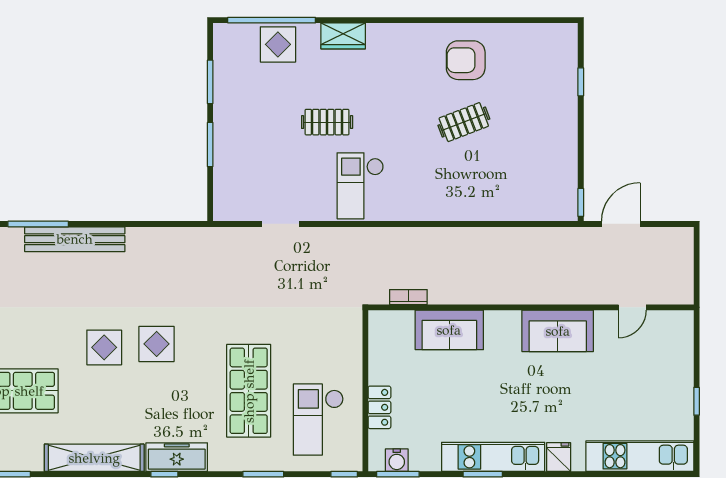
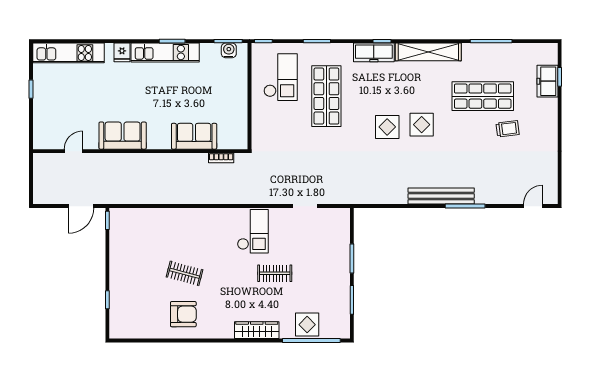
wardrobe: (343, 36) -> (257, 330), width x1.50
clothes rail: (464, 122) -> (185, 273), turned 36
locker: (379, 407) -> (240, 85), removed

